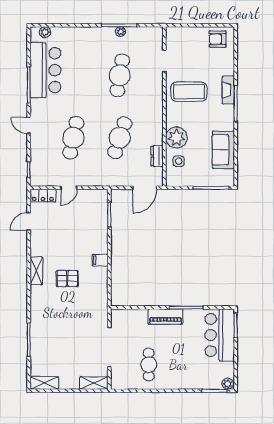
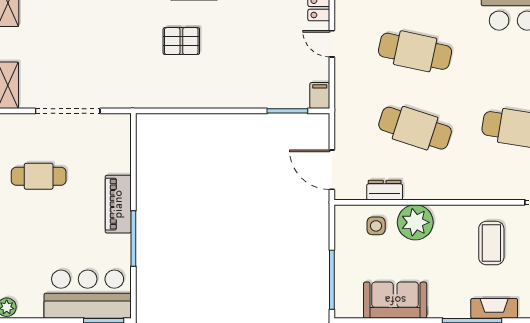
coffee table: (189, 92) -> (491, 243), width x0.73, depth x0.76
filing cabinet: (100, 260) -> (320, 96), moved
pallet: (67, 279) -> (181, 41), turned 90

